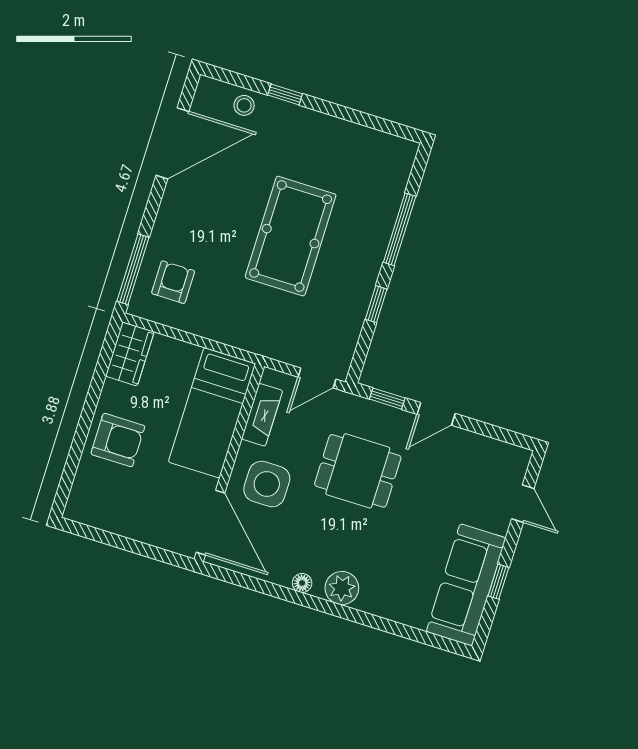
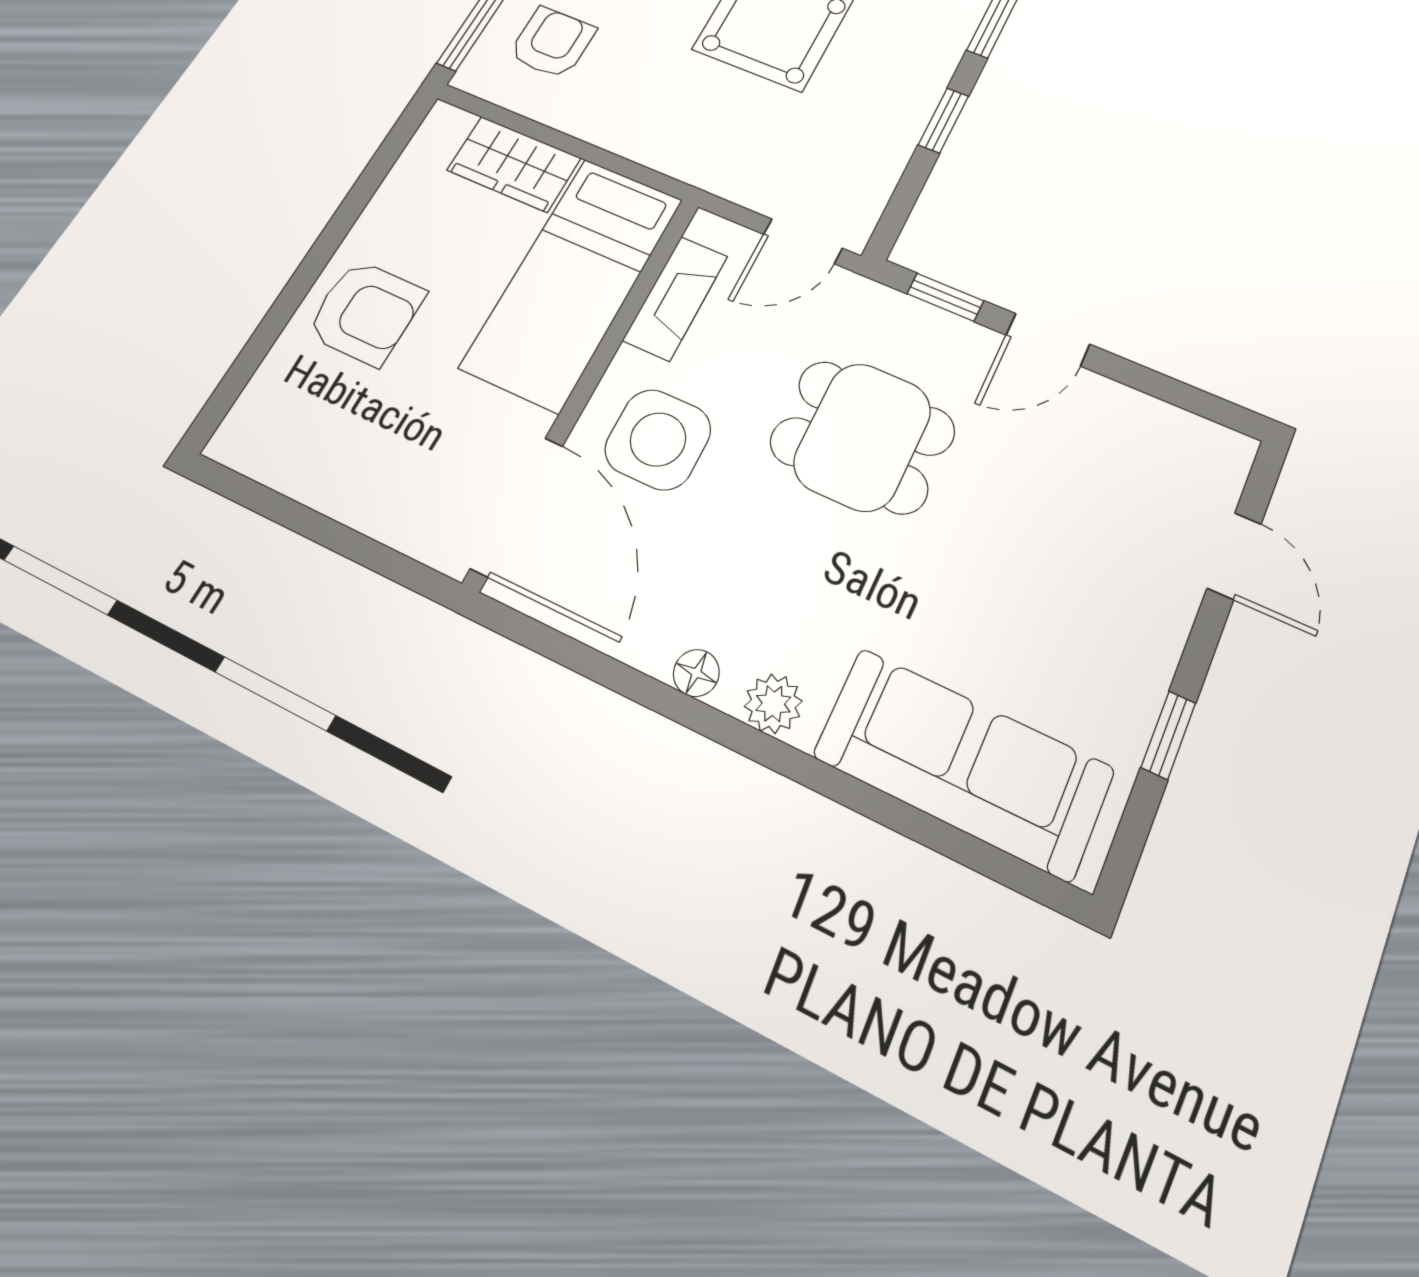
wardrobe: (130, 354) -> (514, 164), moved, turned 90
sofa: (466, 585) -> (963, 762), moved, turned 90
plant: (342, 588) -> (773, 704), width x0.73, depth x0.73

